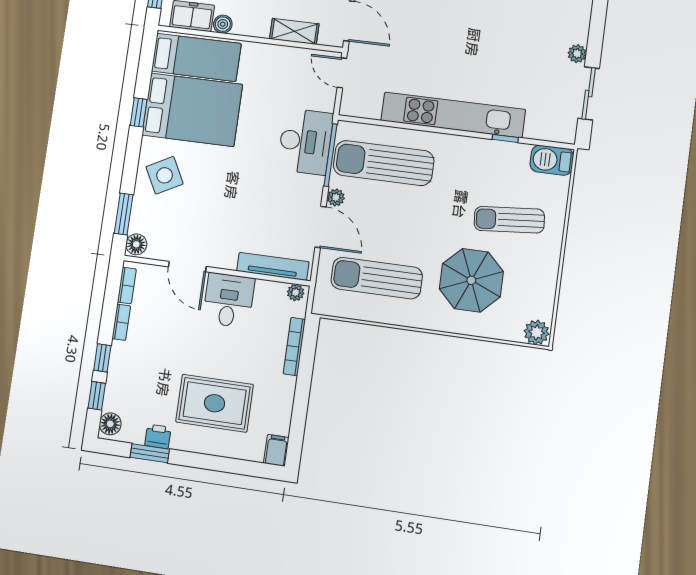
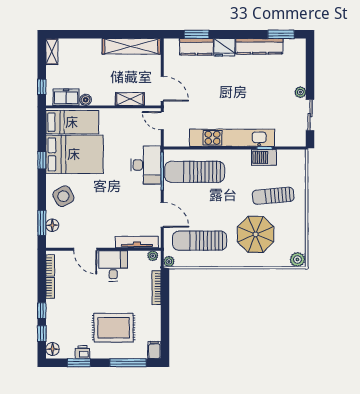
barbecue: (552, 160) -> (264, 157), moved
plant: (336, 198) -> (169, 262), moved
floor lamp: (136, 244) -> (52, 225), moved
window: (230, 465) -> (128, 363), added

